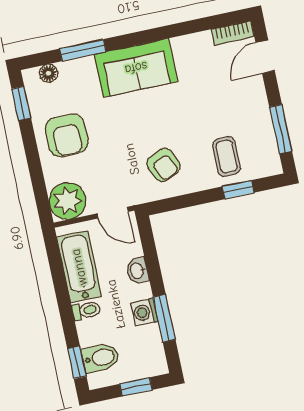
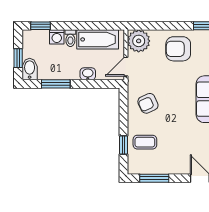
washing machine: (144, 312) -> (57, 37), moved, turned 180
bidet: (101, 358) -> (30, 69), moved, turned 180

